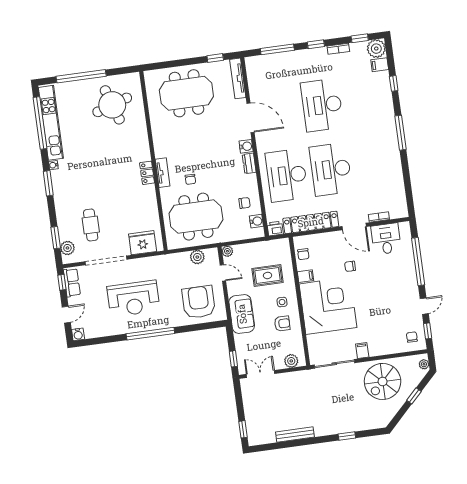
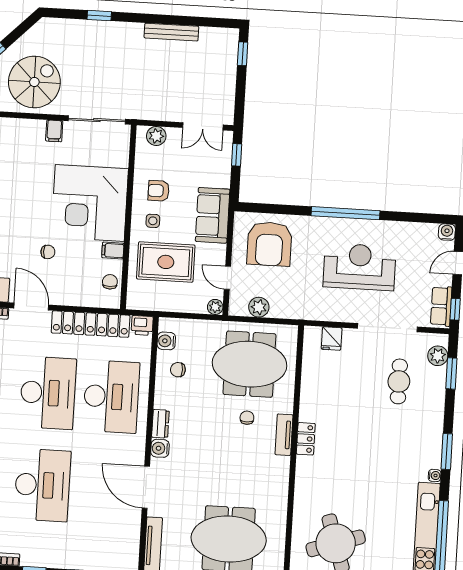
fridge: (143, 243) -> (332, 339), width x0.53, depth x0.75
rug: (268, 275) -> (166, 262), width x1.36, depth x1.43

